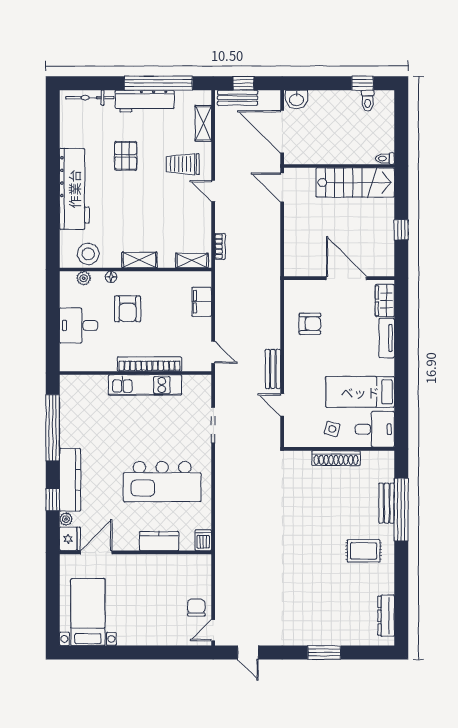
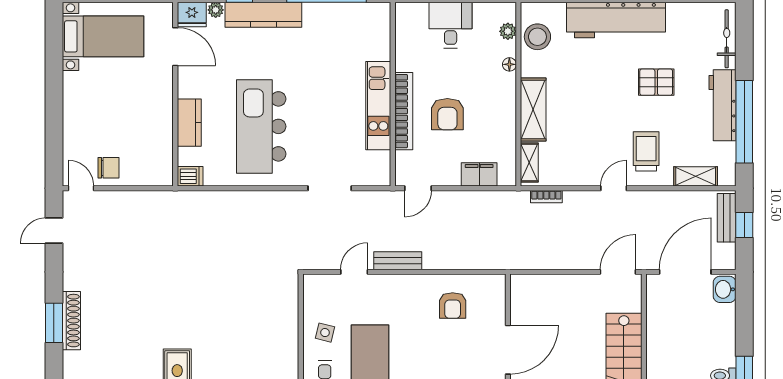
shelving: (139, 260) -> (533, 109), width x1.50, depth x1.33
armchair: (128, 309) -> (447, 114), moved, turned -90
shoe rack: (336, 458) -> (71, 321), moved, turned 180

